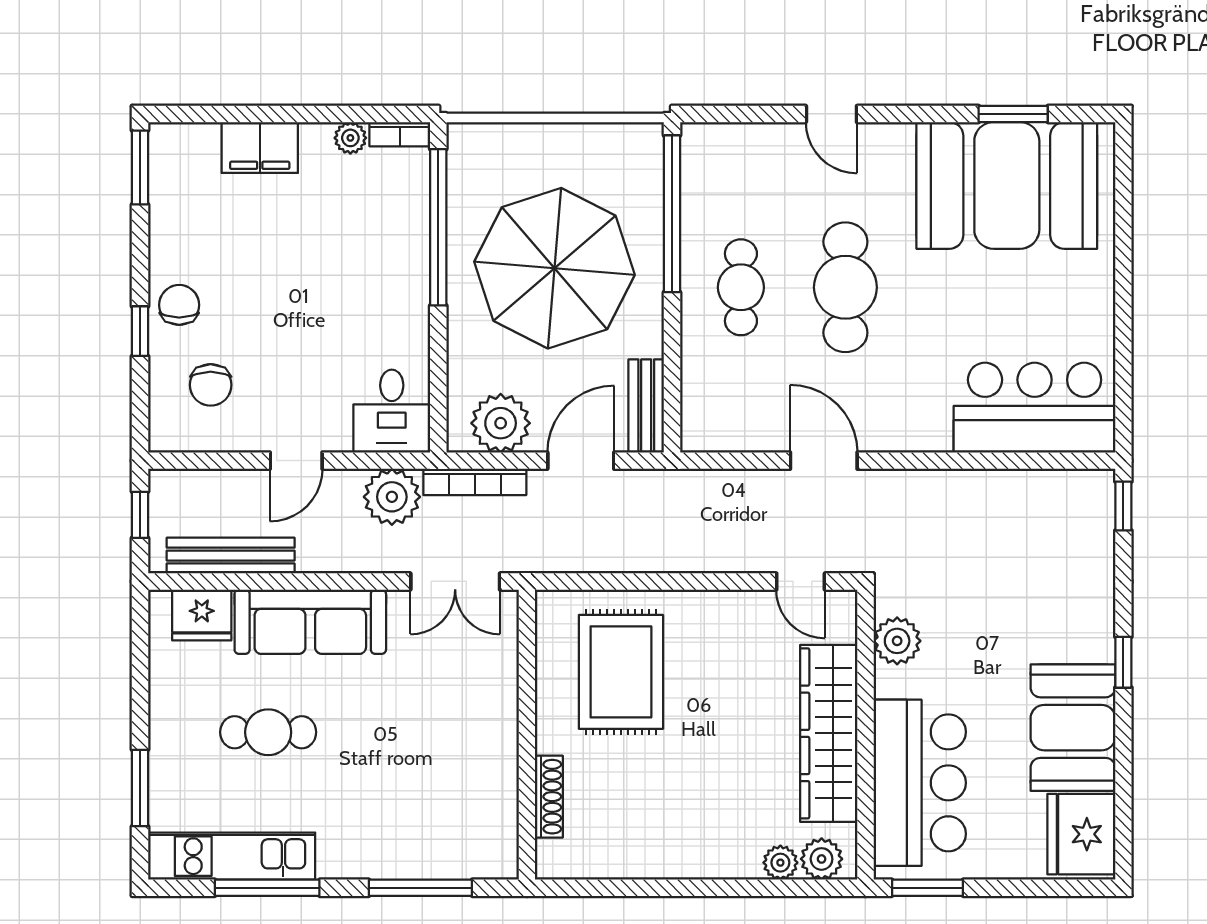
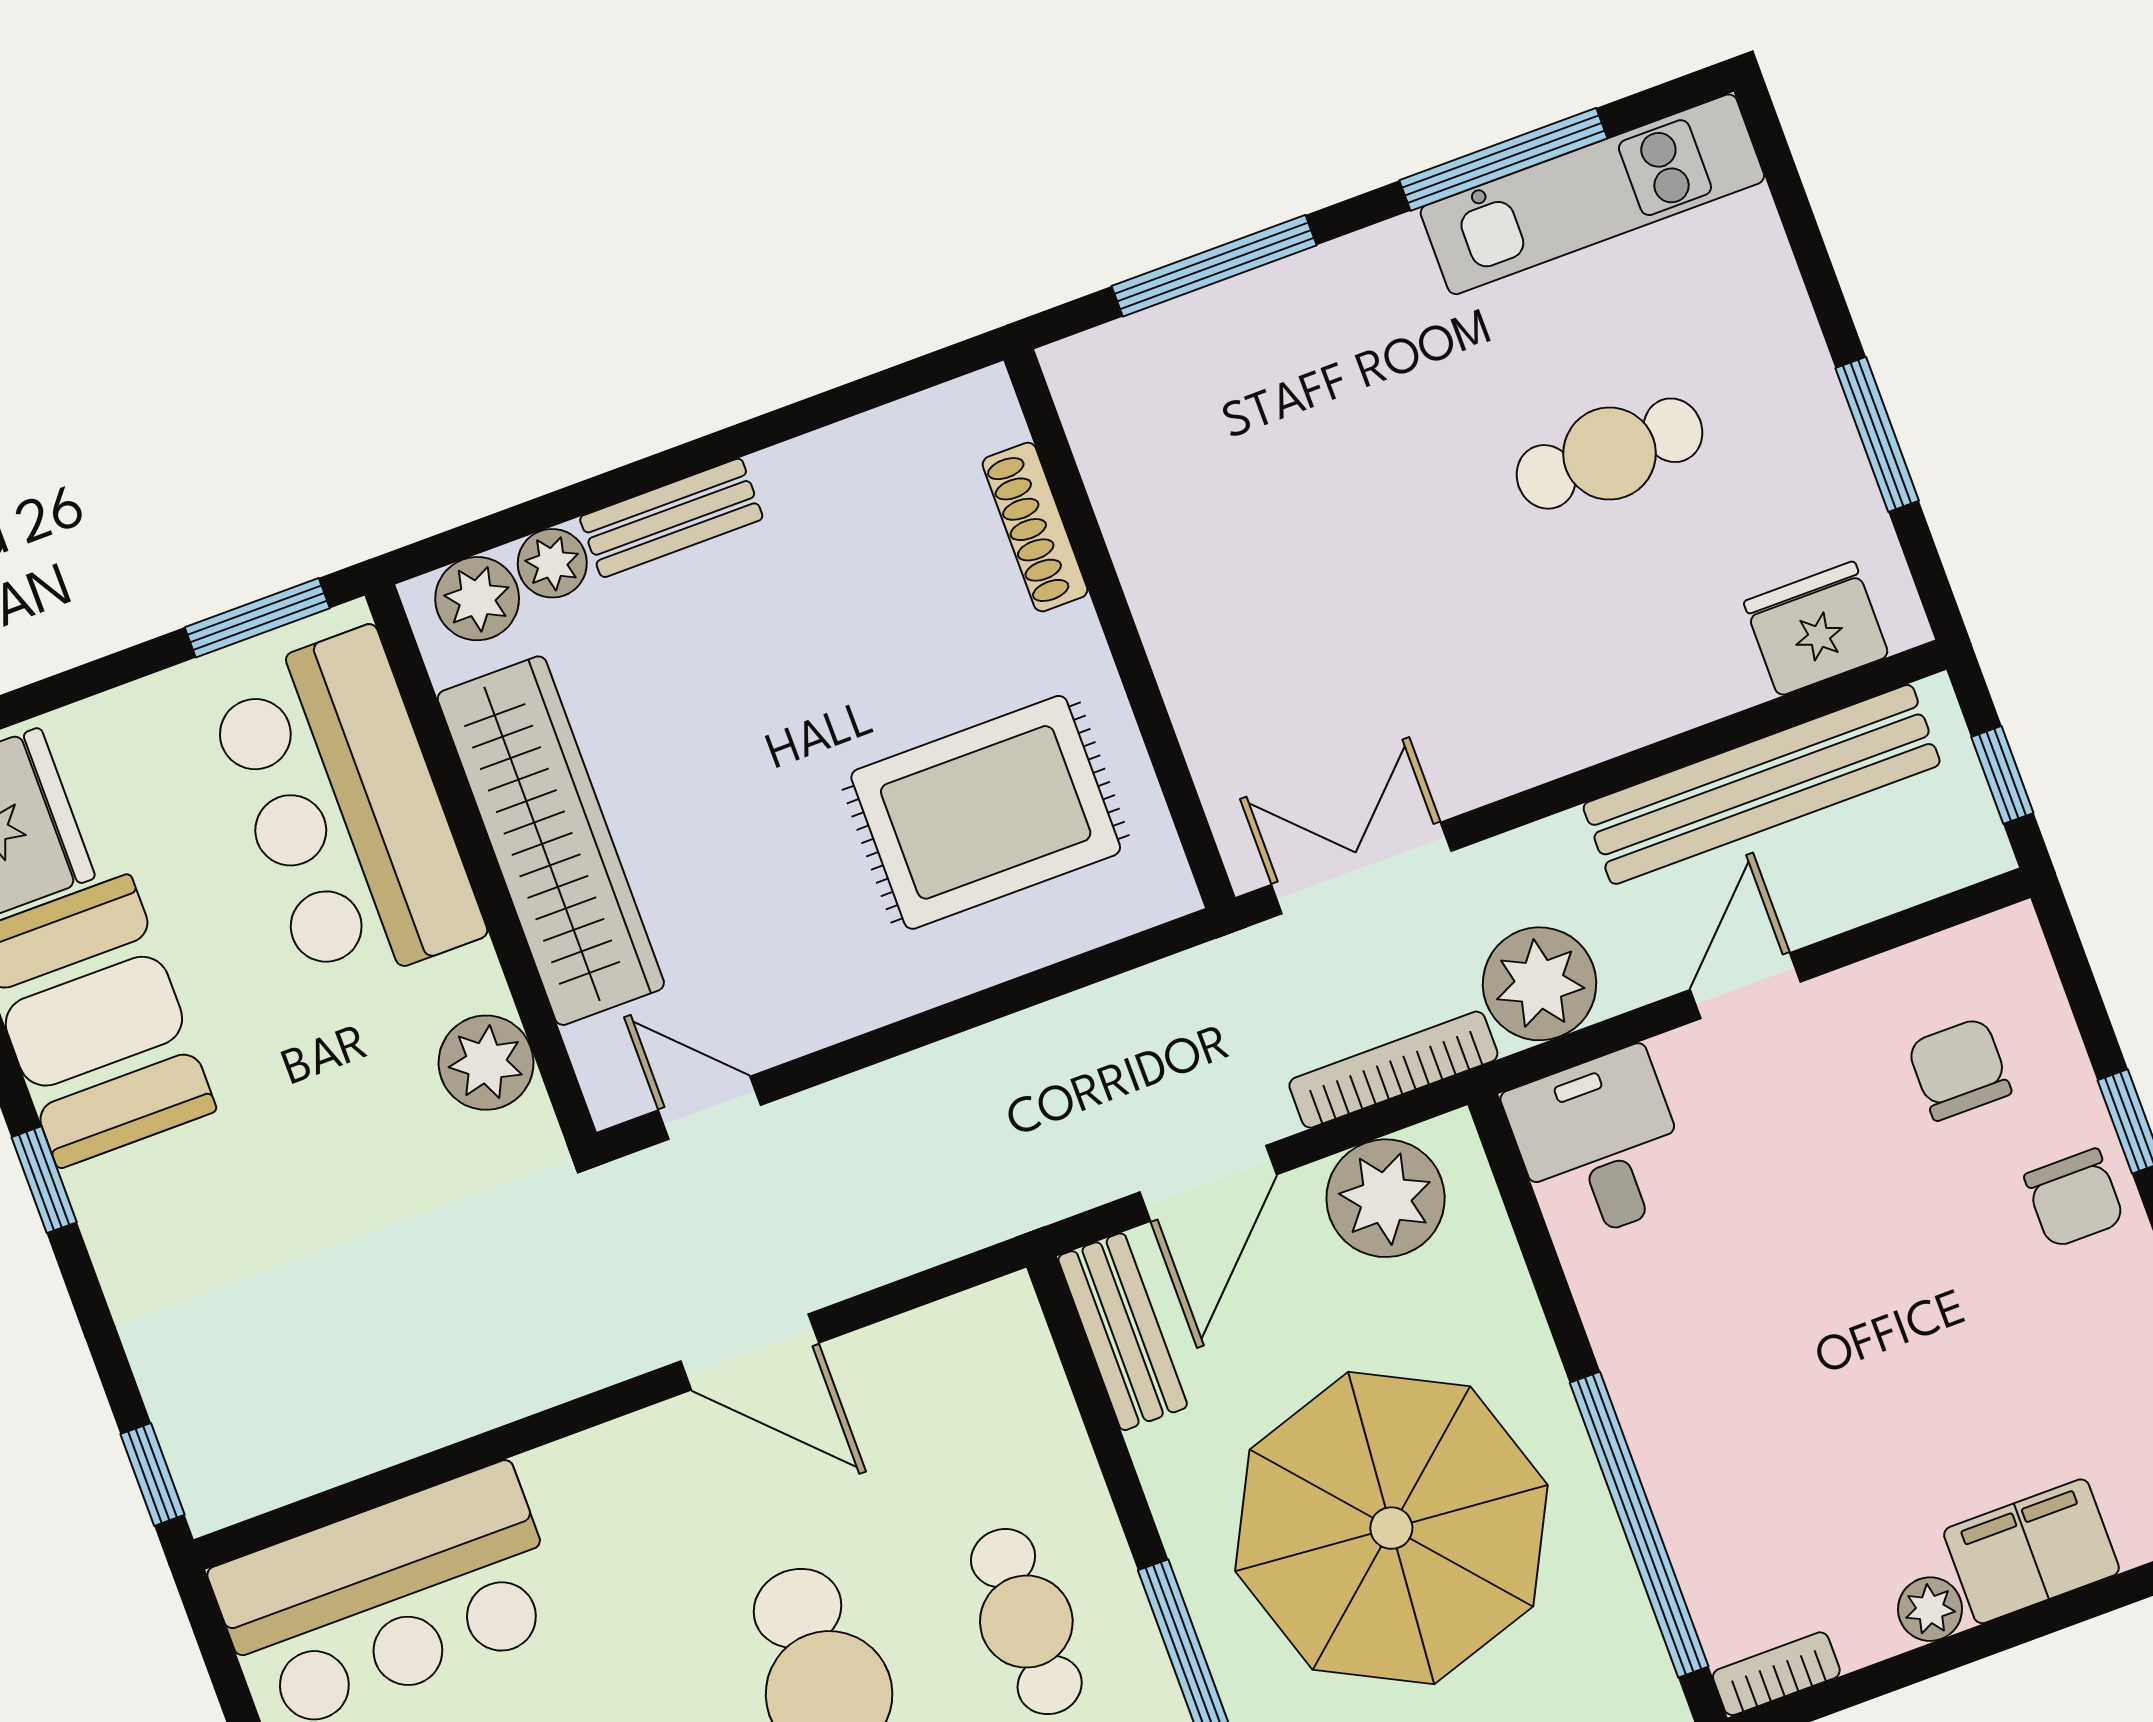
plant: (350, 138) -> (1930, 1609), moved
bench: (231, 556) -> (1762, 784), width x1.37, depth x1.21
sofa: (310, 622) -> (1607, 691), removed
rug: (621, 672) -> (986, 812), turned 90
window: (140, 788) -> (1877, 434), moved
bench: (717, 863) -> (671, 518), added

